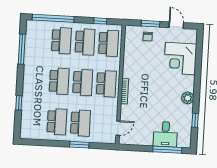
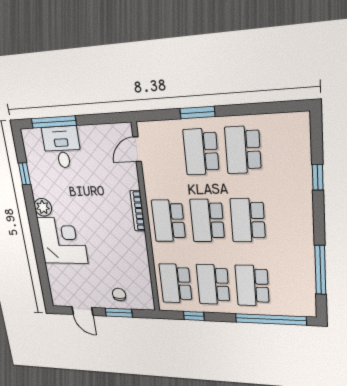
corner desk: (180, 58) -> (62, 241), moved

